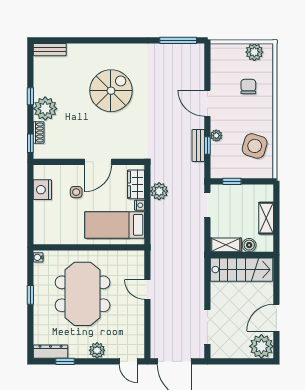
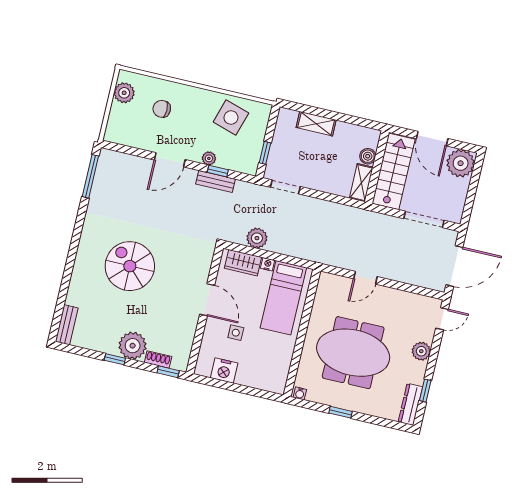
shelving: (226, 245) -> (361, 183), moved
boiler: (249, 245) -> (368, 156), moved
wall: (242, 255) -> (377, 167), moved
stairs: (242, 270) -> (394, 171), moved

